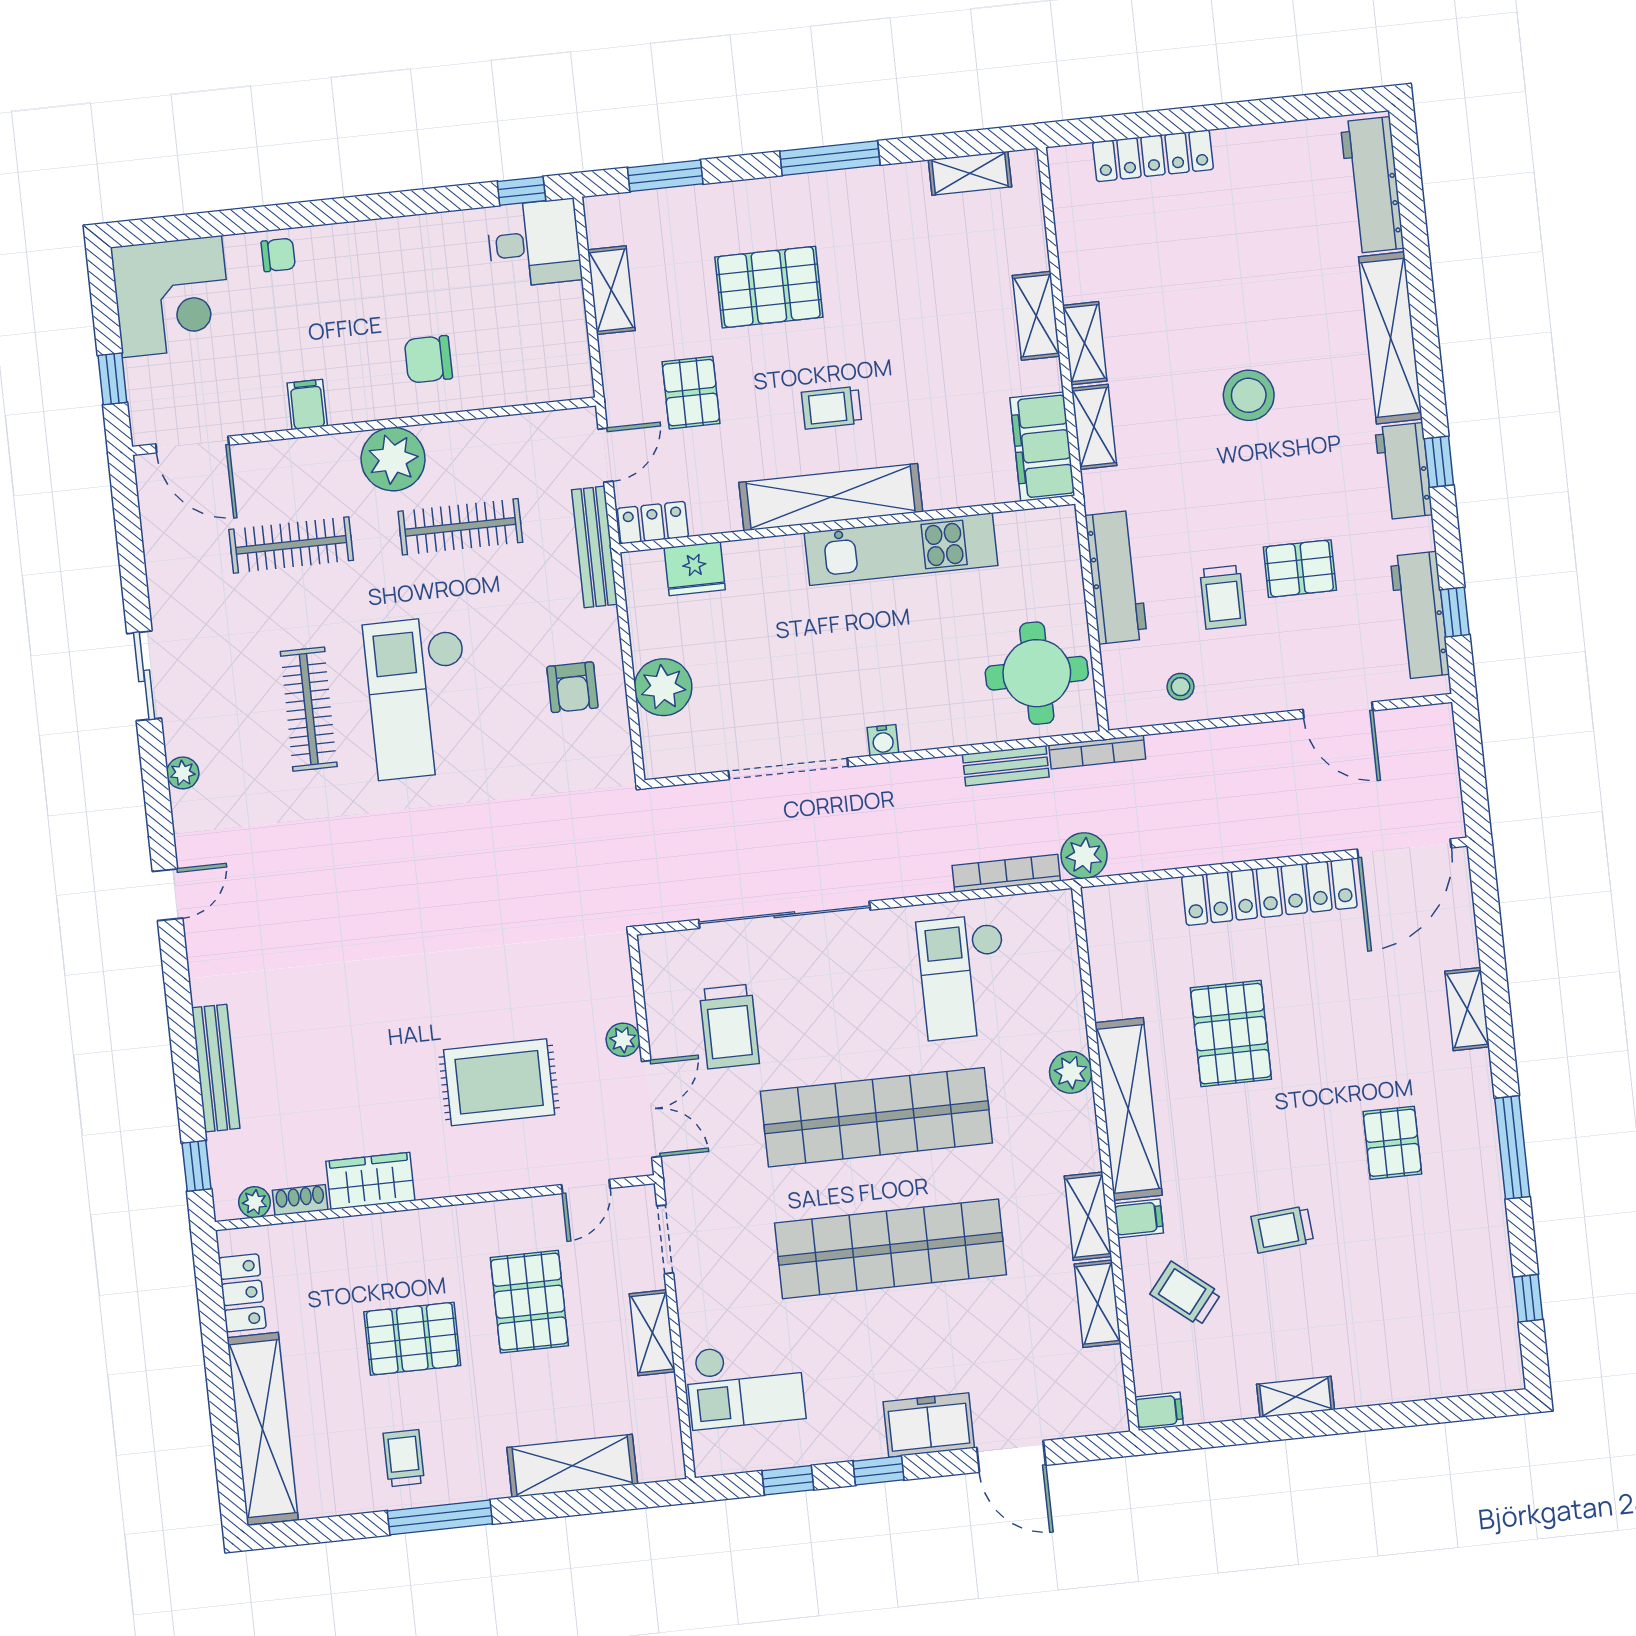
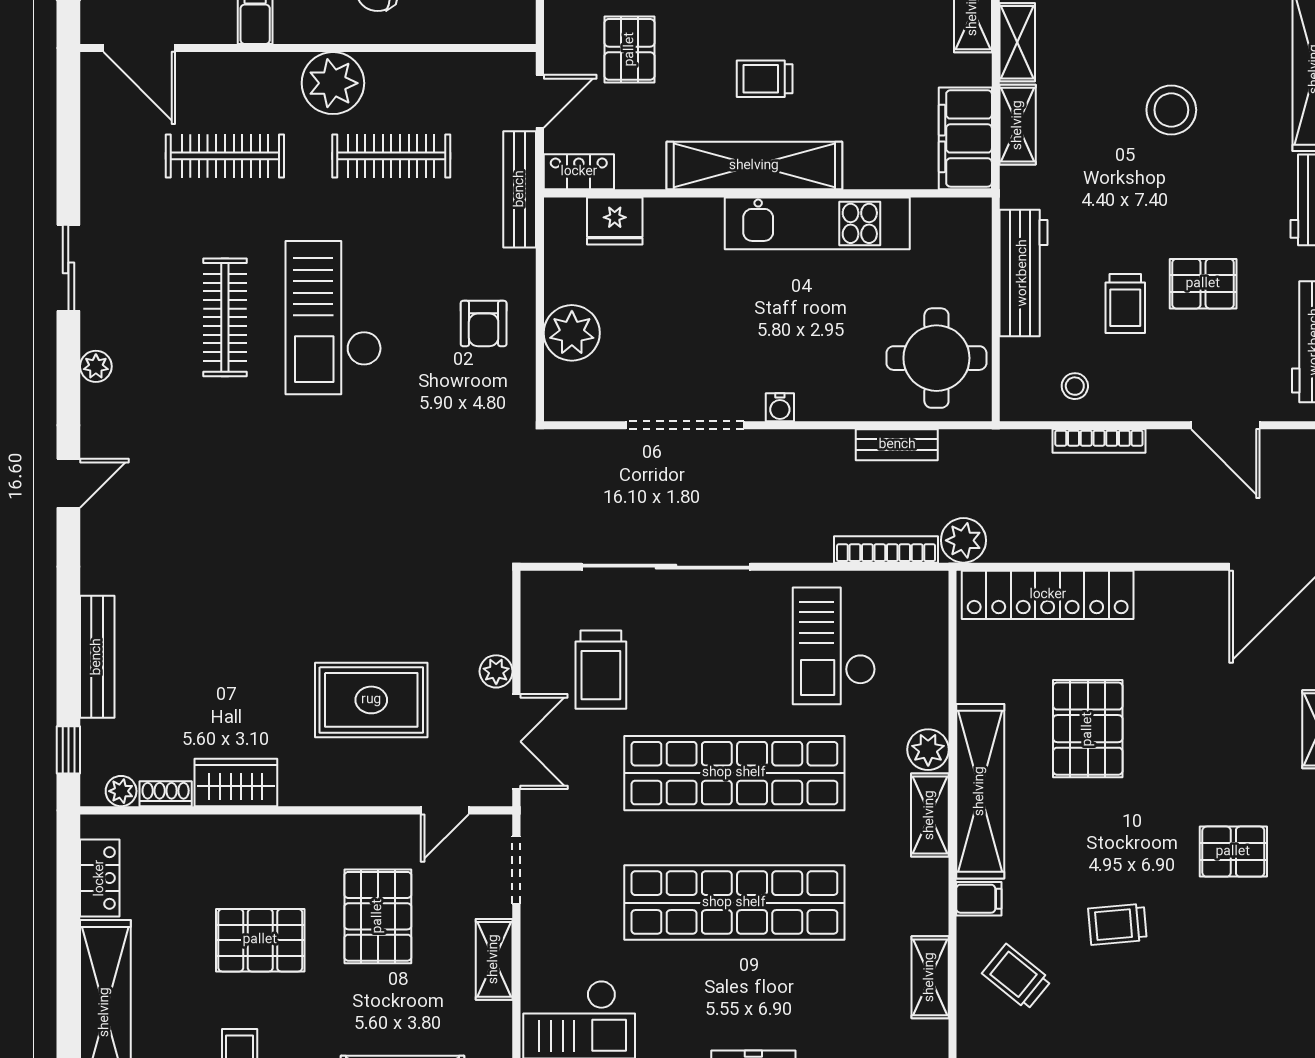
bookcase: (1097, 752) -> (1099, 441), moved
locker: (1269, 892) -> (1048, 595), moved
pallet: (1392, 1143) -> (1233, 852), turned 90
shelving: (1088, 1216) -> (930, 815), moved

